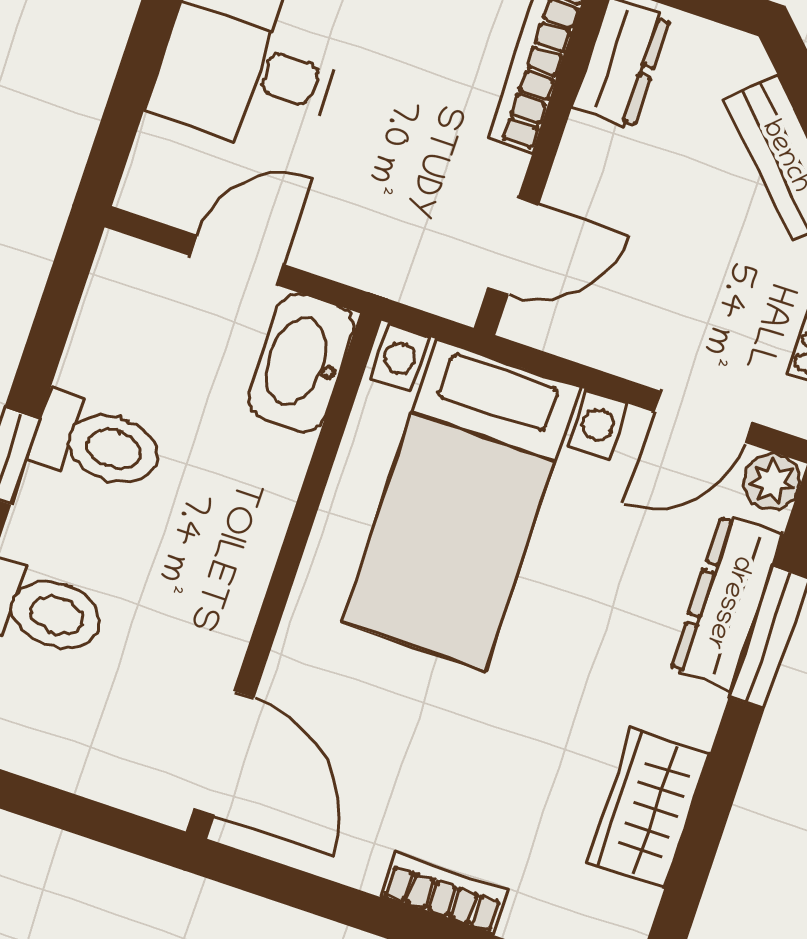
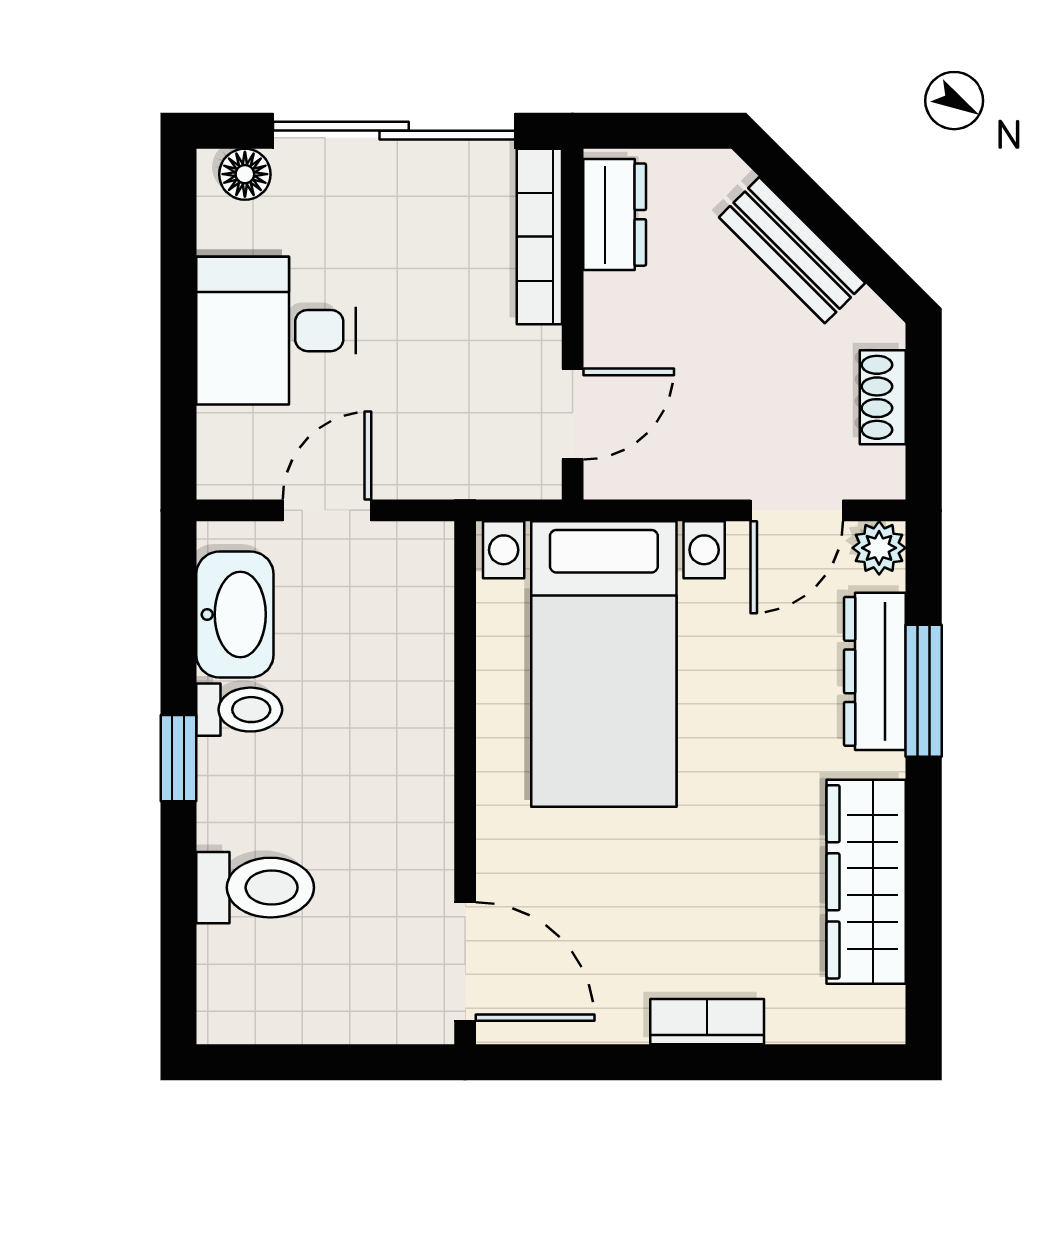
washbasin: (301, 363) -> (235, 614), moved, turned 180
toilet: (97, 443) -> (239, 710), width x0.73, depth x0.72
wardrobe: (648, 808) -> (866, 882), width x1.50

